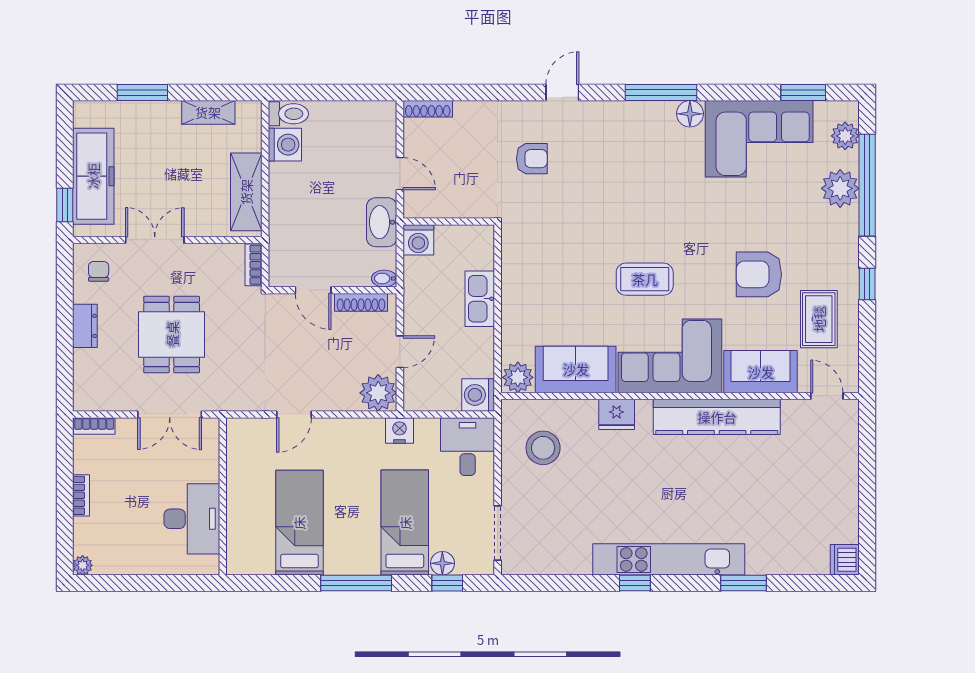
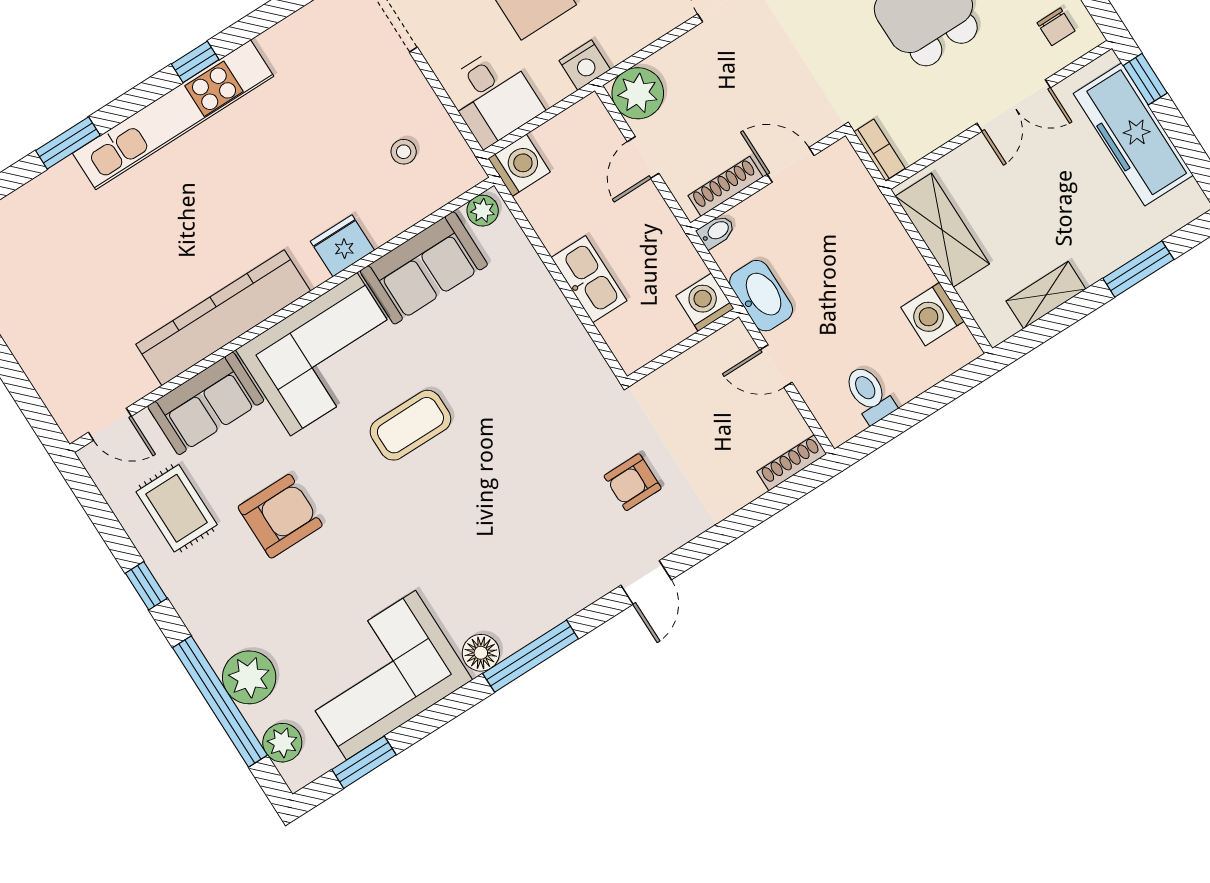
toilet: (288, 114) -> (869, 394), moved, turned 90
plant: (518, 377) -> (483, 211), width x0.73, depth x0.73
stool: (543, 448) -> (404, 152), width x0.53, depth x0.53

